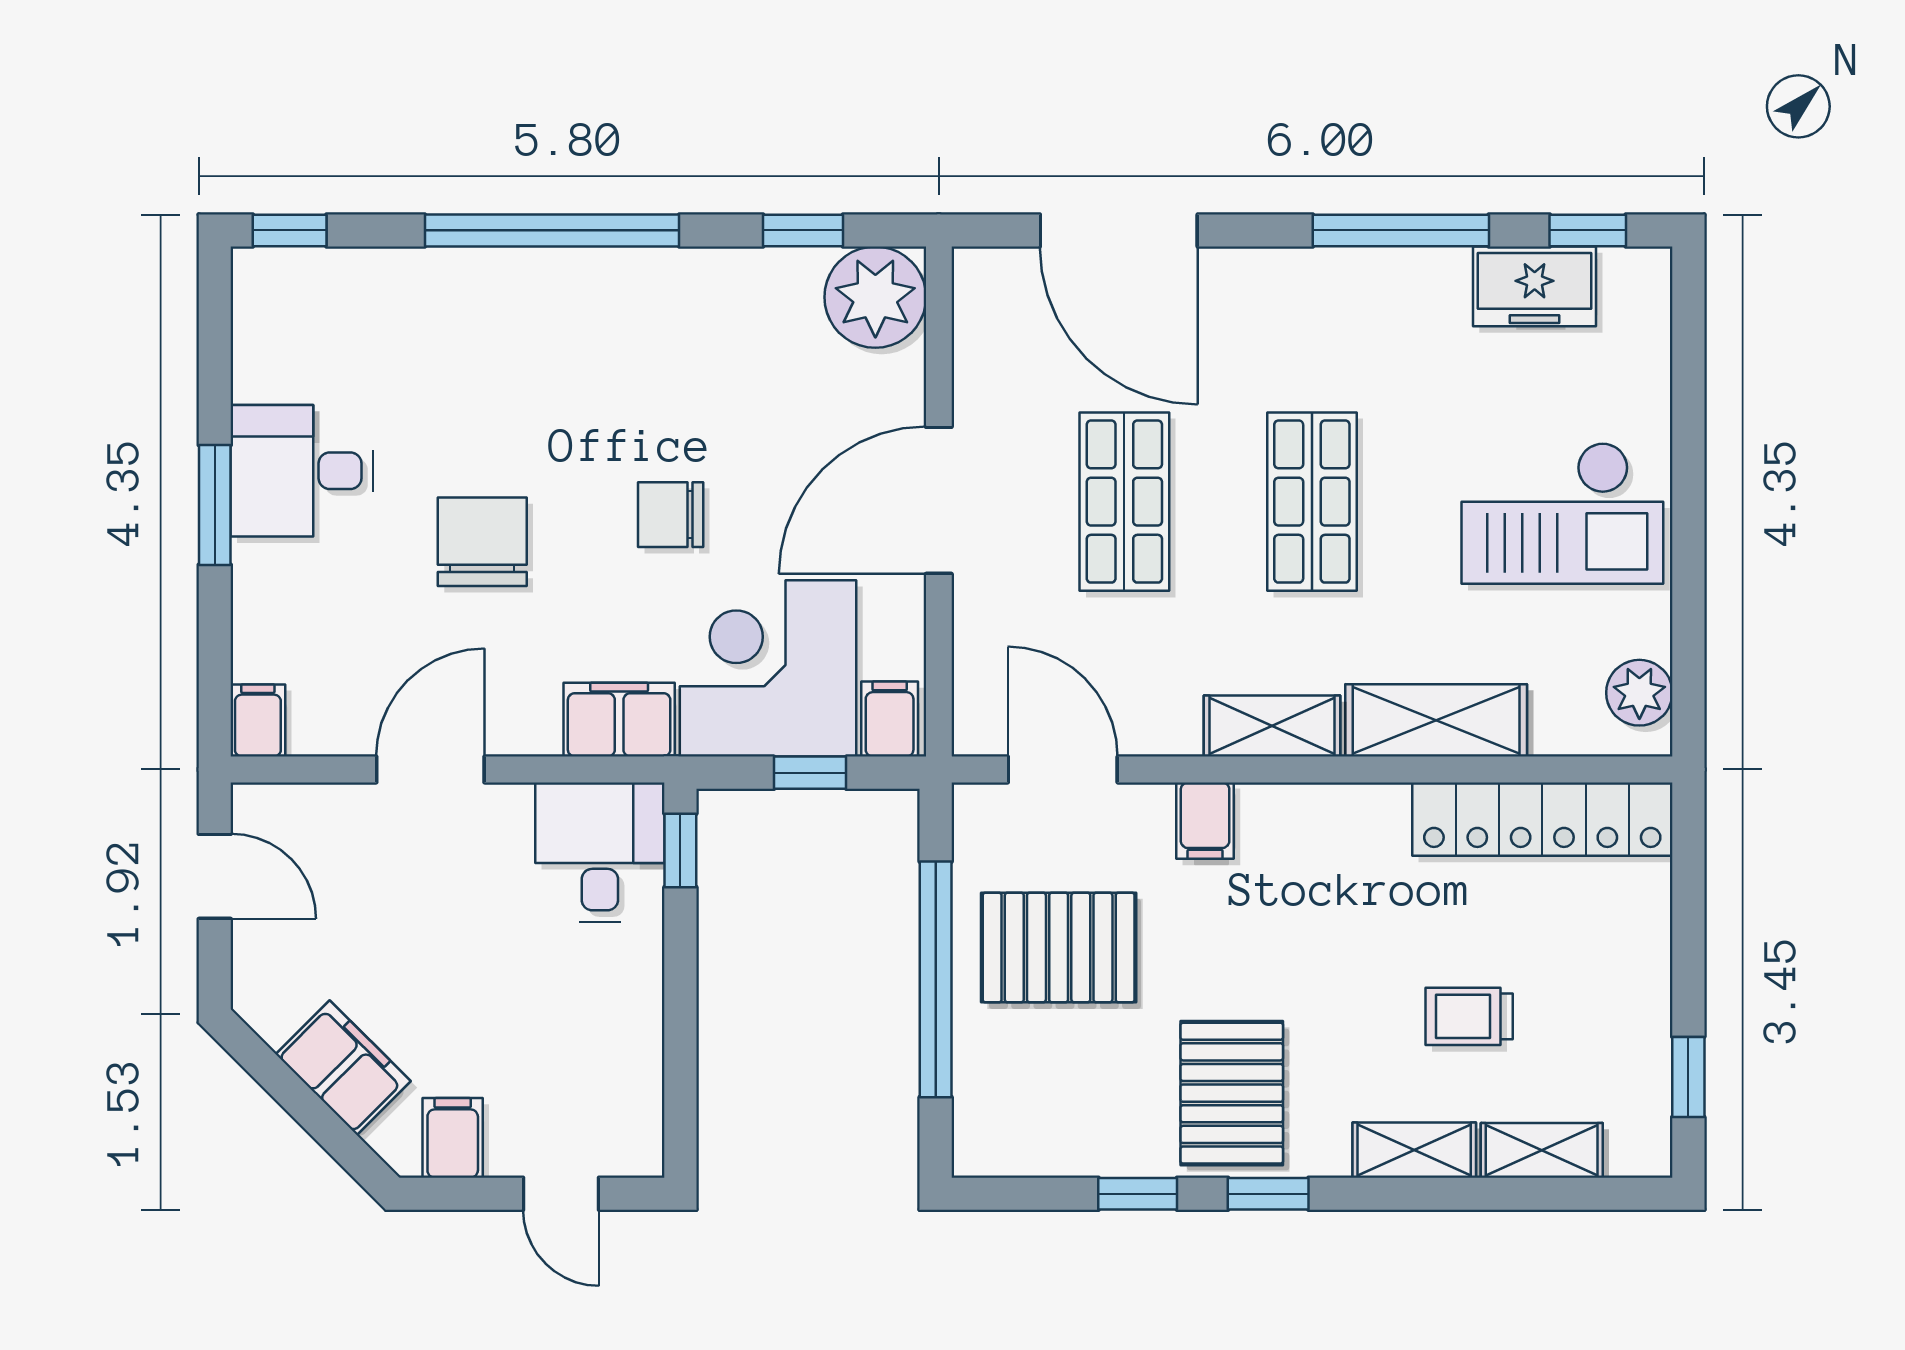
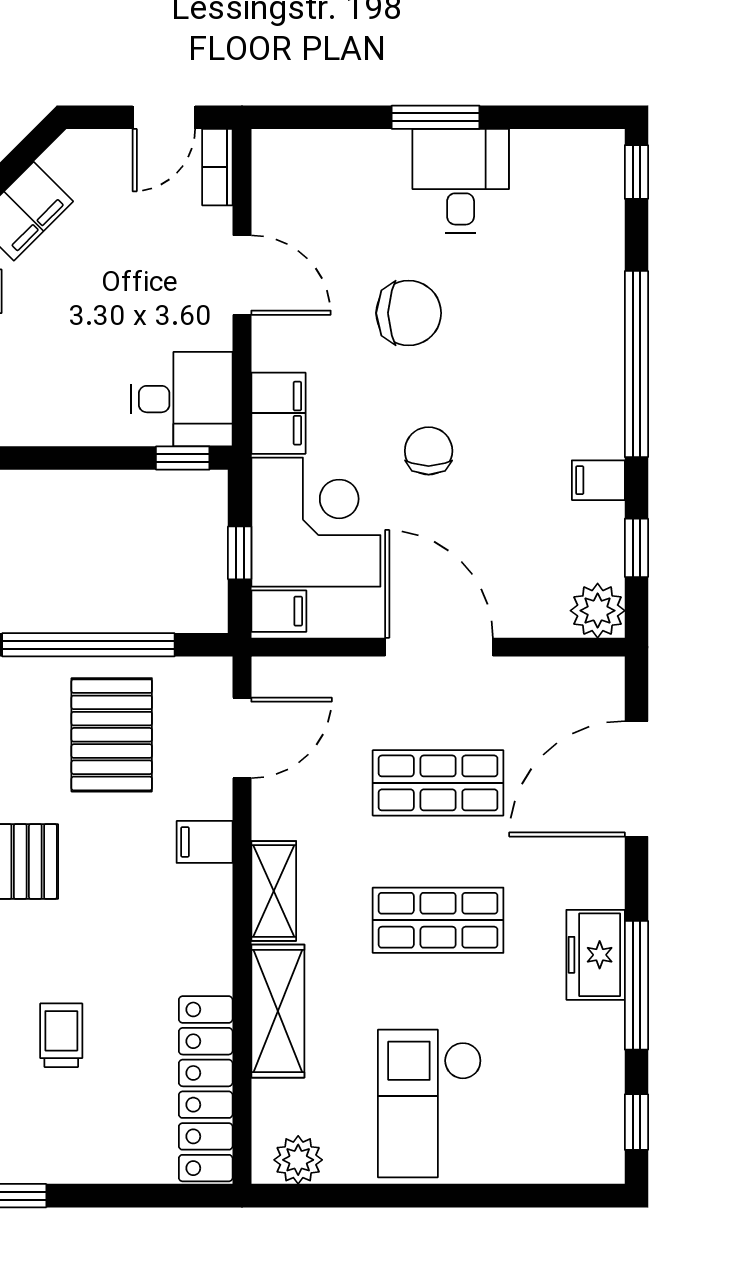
freezer: (1535, 286) -> (596, 955), moved
plant: (875, 297) -> (598, 611), width x0.73, depth x0.73
filing cabinet: (258, 721) -> (598, 480), moved, turned 180
bookcase: (283, 803) -> (217, 167), added

